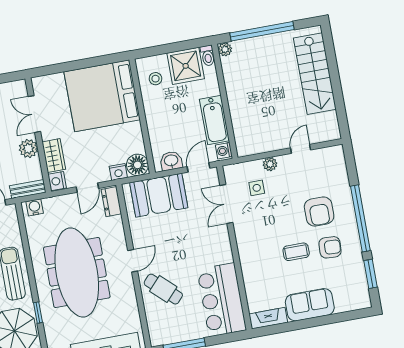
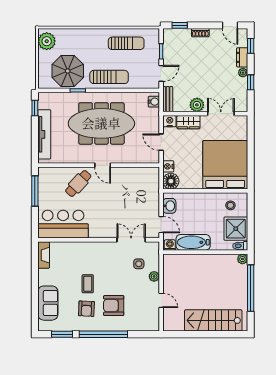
booth: (159, 195) -> (146, 192), removed
dresser: (111, 202) -> (148, 158), removed
sofa: (310, 305) -> (48, 303), moved

